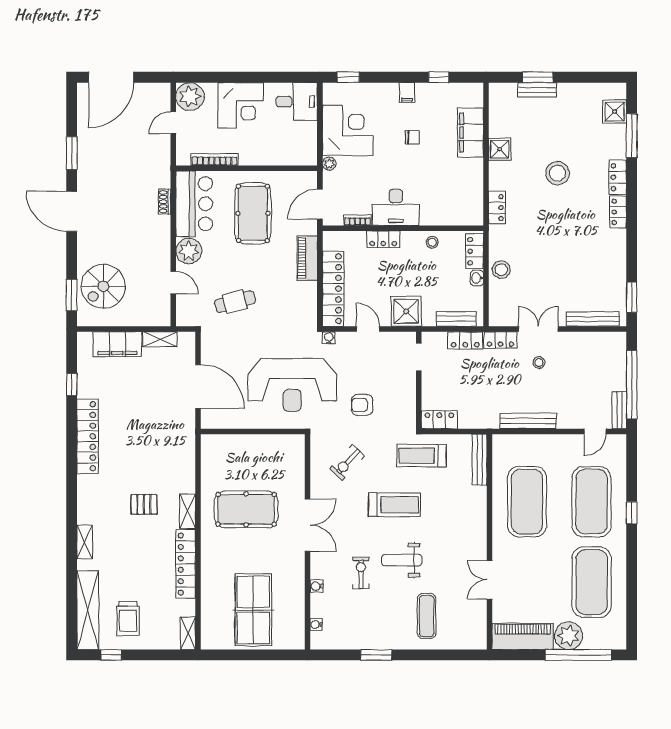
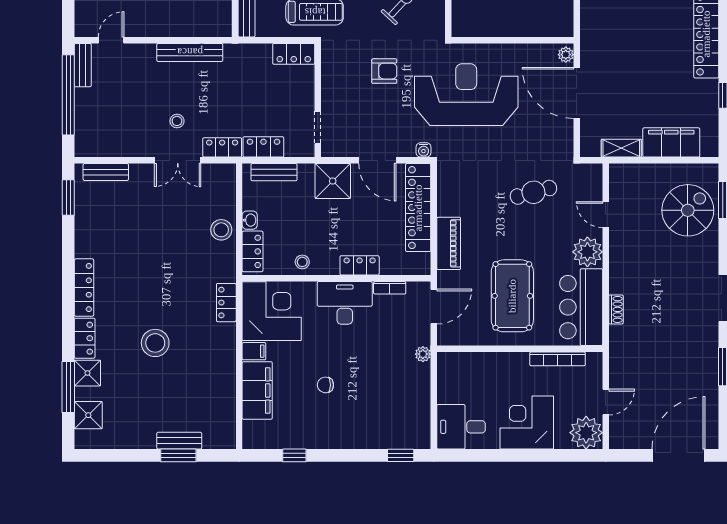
filing cabinet: (407, 93) -> (254, 351), moved, turned 90
corner desk: (348, 130) -> (272, 311), moved, turned 180
shower: (500, 149) -> (87, 373), moved
locker: (618, 212) -> (84, 288), width x1.53
bench: (593, 319) -> (106, 172), width x0.73
door: (368, 329) -> (377, 160), width x1.38
plant: (207, 419) -> (566, 55), added

